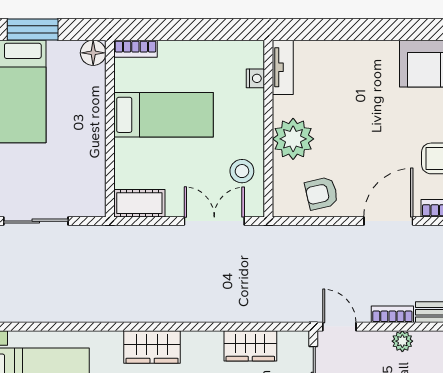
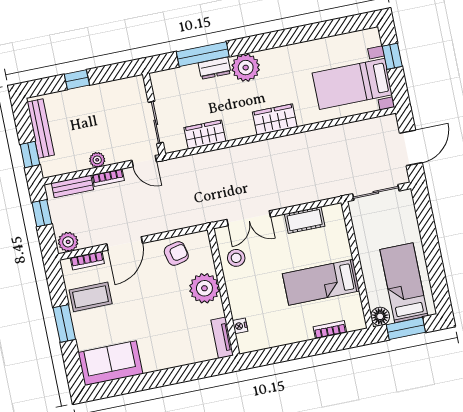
floor lamp: (93, 53) -> (380, 316), moved
bed: (164, 115) -> (321, 282), moved
wall: (110, 129) -> (357, 265), moved

